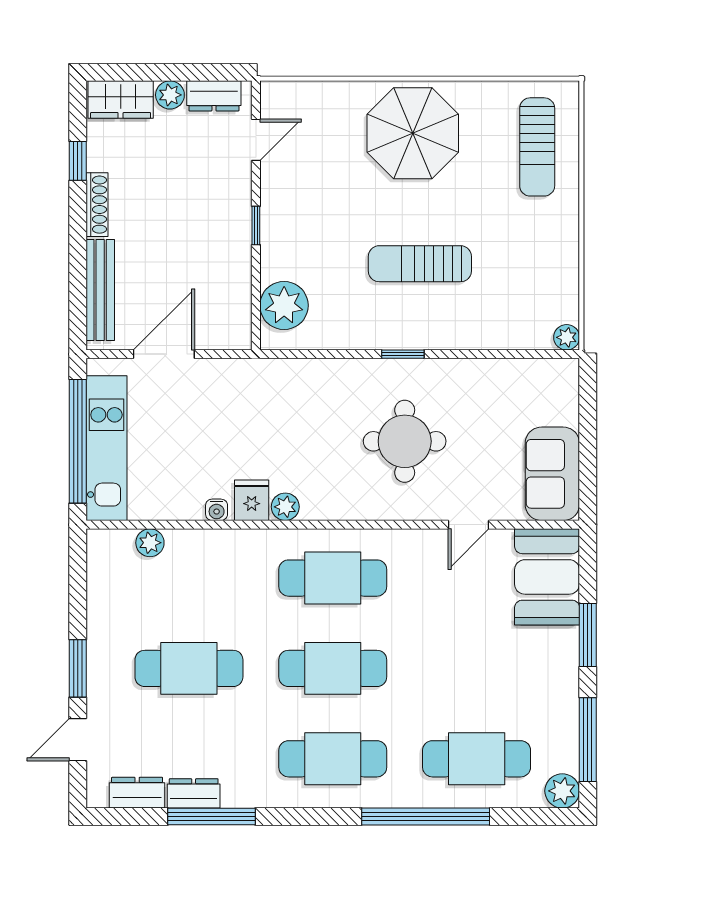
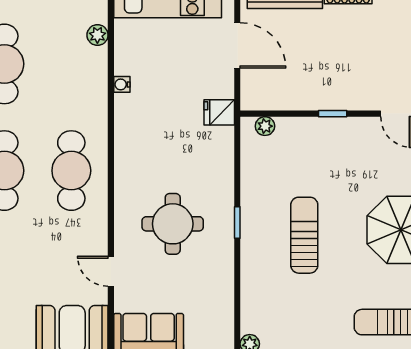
plant: (284, 305) -> (265, 126), width x0.53, depth x0.53
fridge: (252, 500) -> (219, 112), moved, turned 180
plant: (285, 507) -> (124, 135), removed

